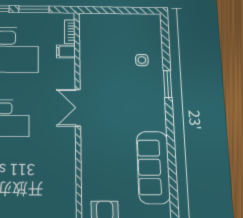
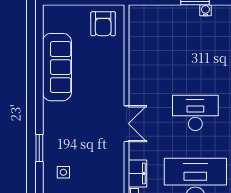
filing cabinet: (66, 51) -> (137, 173), width x2.00

